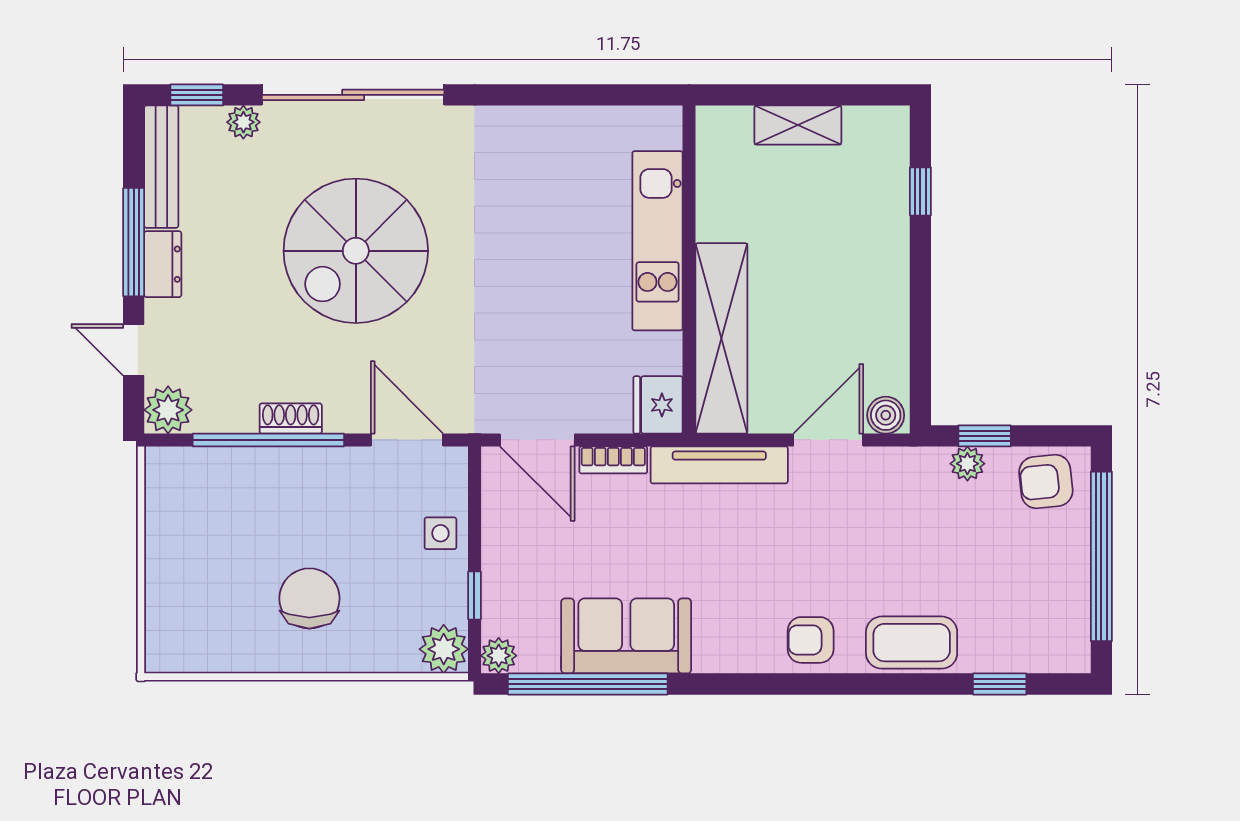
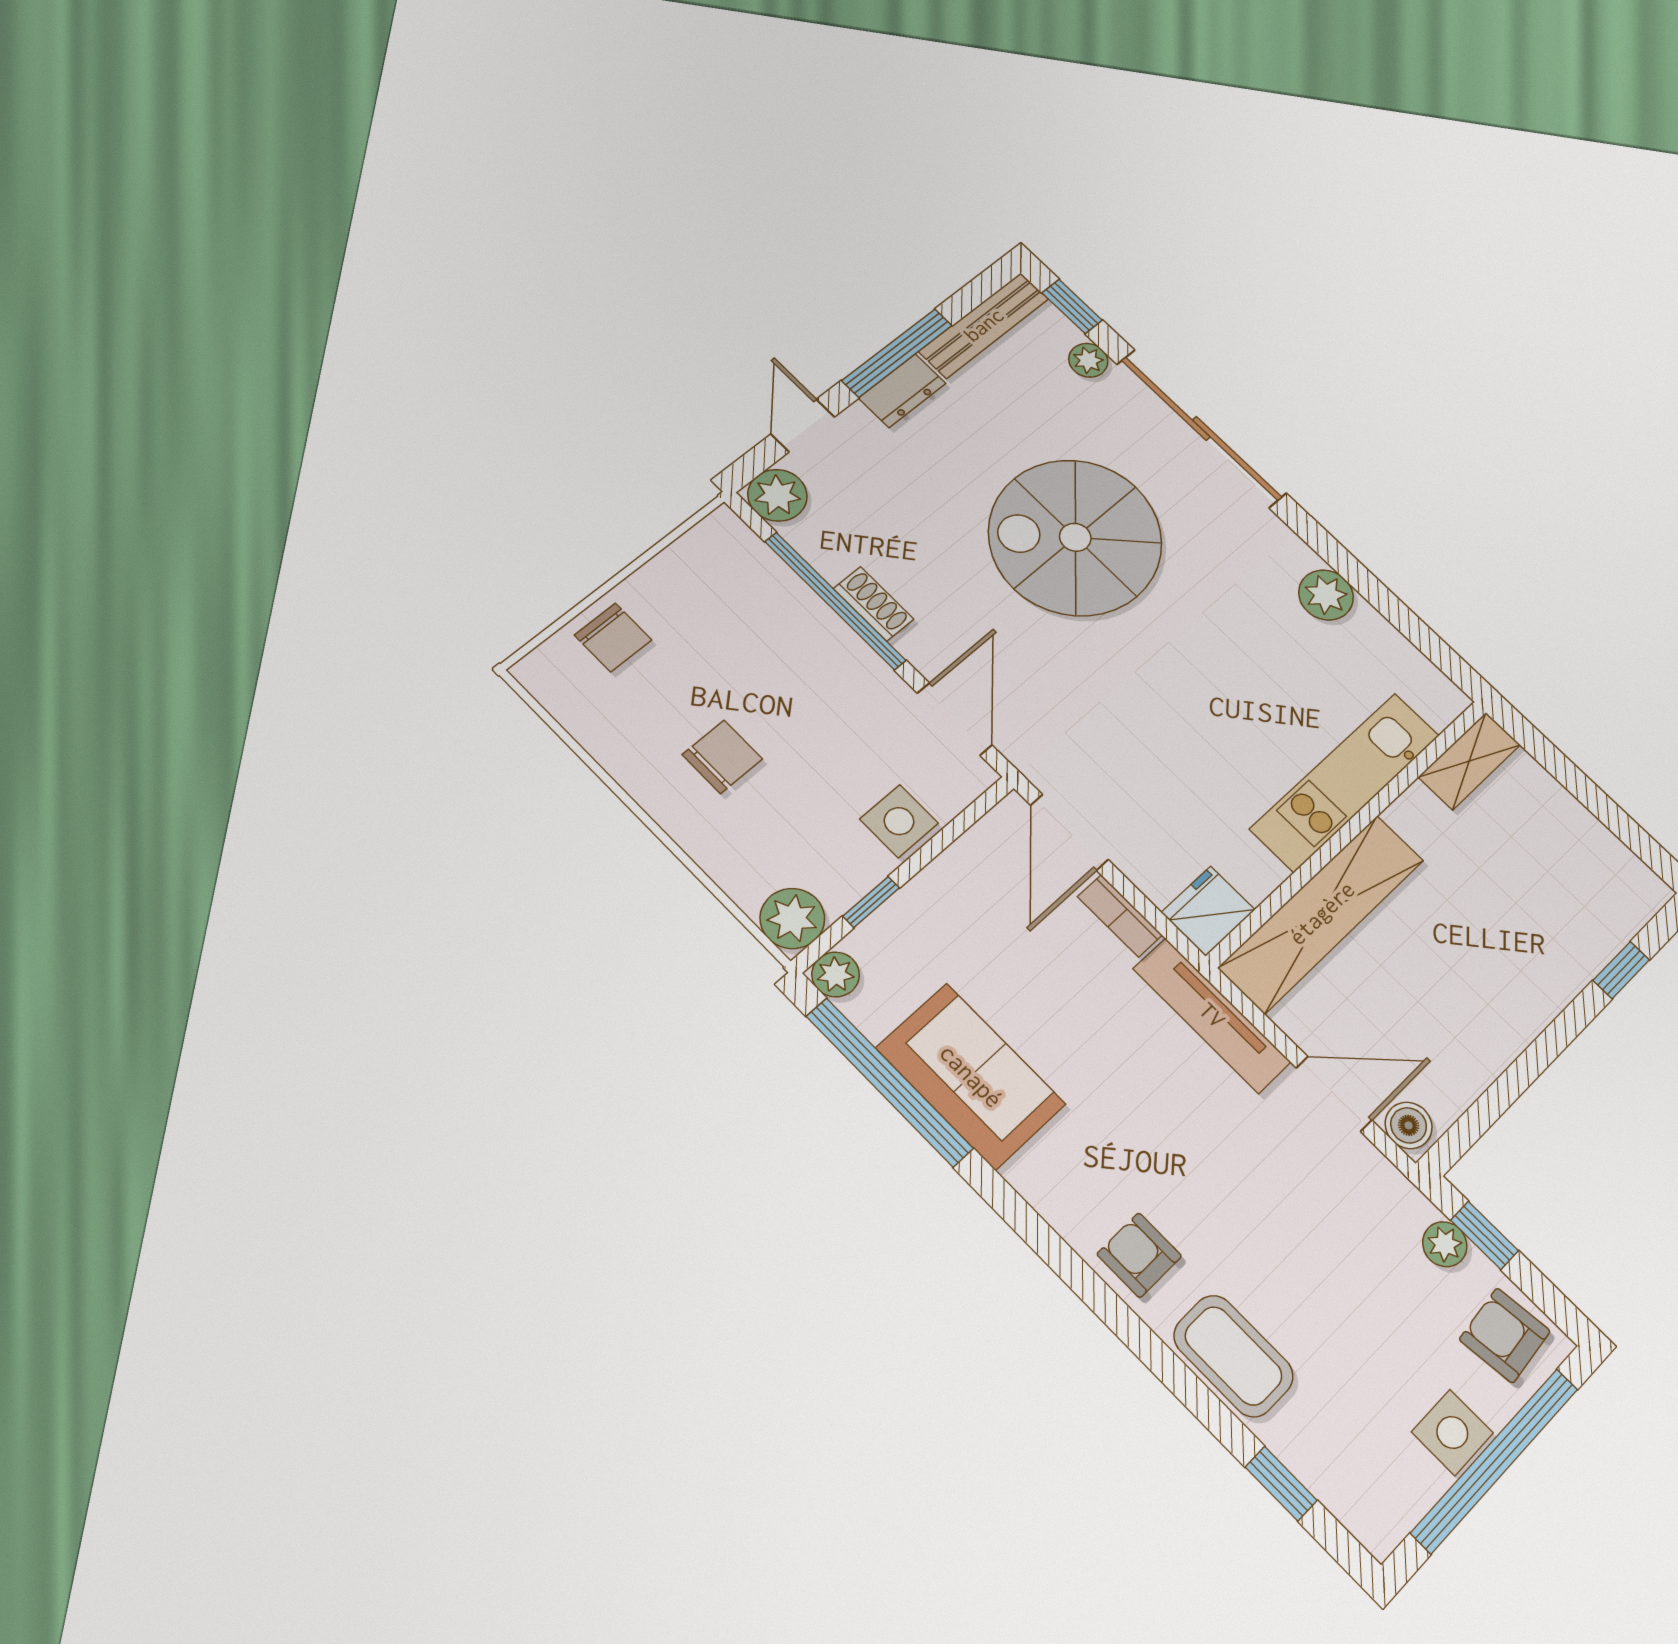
shelving: (798, 125) -> (1469, 761), moved, turned 90
plant: (532, 129) -> (1326, 595), added
side table: (440, 533) -> (899, 821), width x1.37, depth x1.37
side table: (1065, 565) -> (1452, 1432), added
chair: (177, 593) -> (613, 637), added
chair: (309, 598) -> (722, 757), width x0.73, depth x0.73

